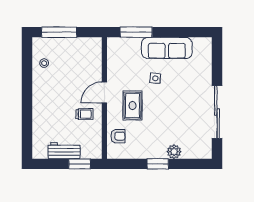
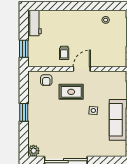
door: (104, 93) -> (82, 69), hinge flipped
workbench: (64, 151) -> (34, 23), moved
plant: (174, 152) -> (34, 151), moved

